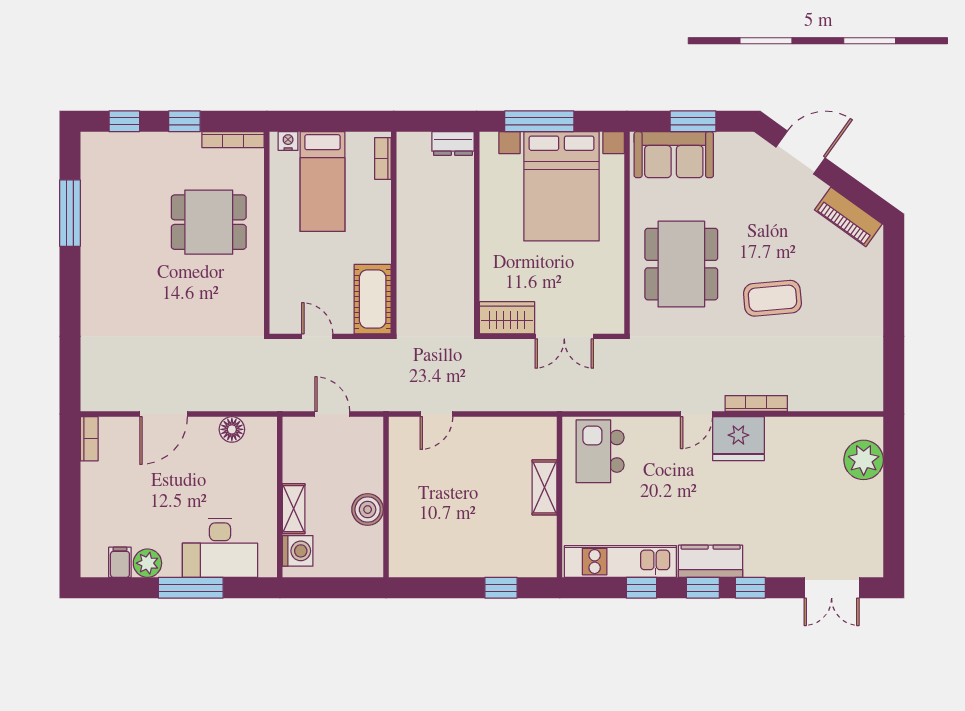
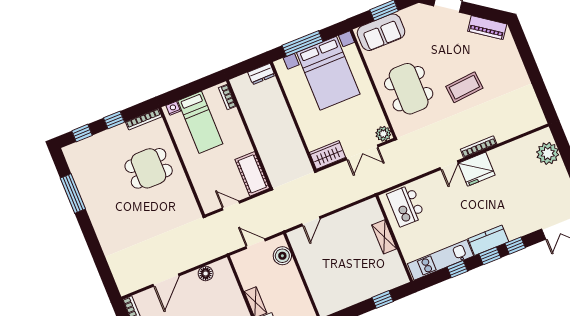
plant: (611, 320) -> (383, 134), added
boiler: (368, 510) -> (282, 256), moved

